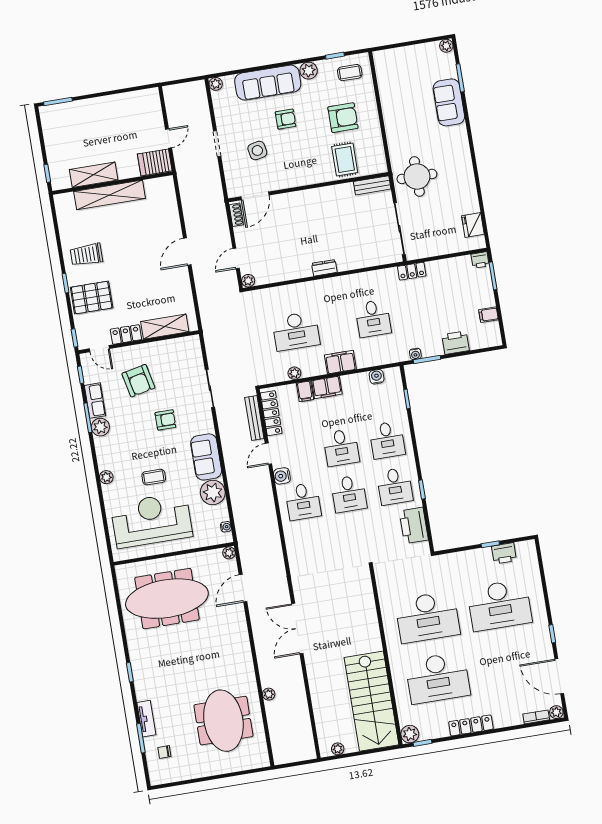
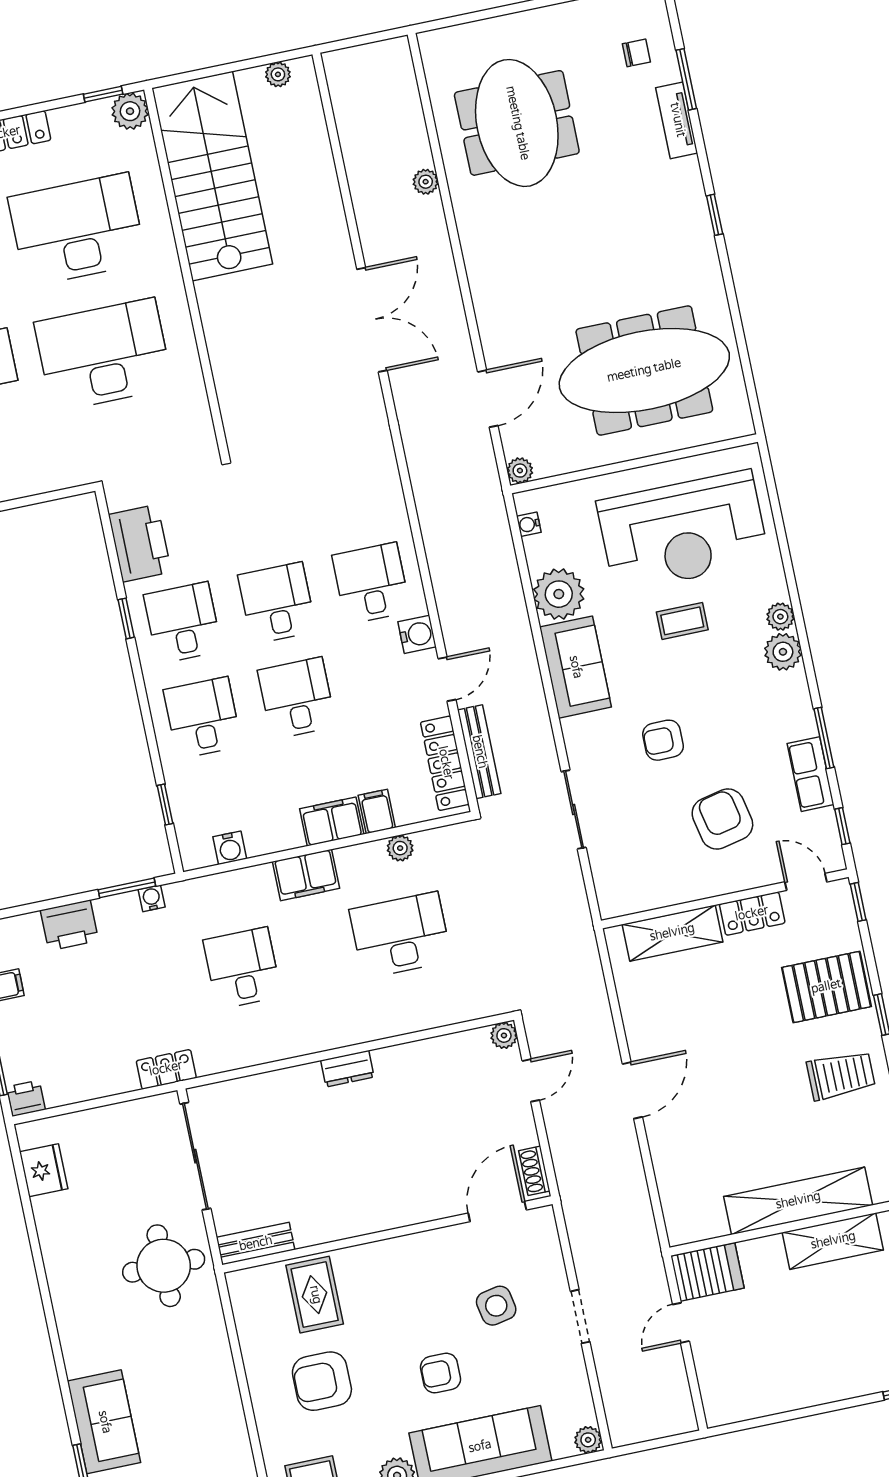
plant: (100, 427) -> (783, 652), moved

